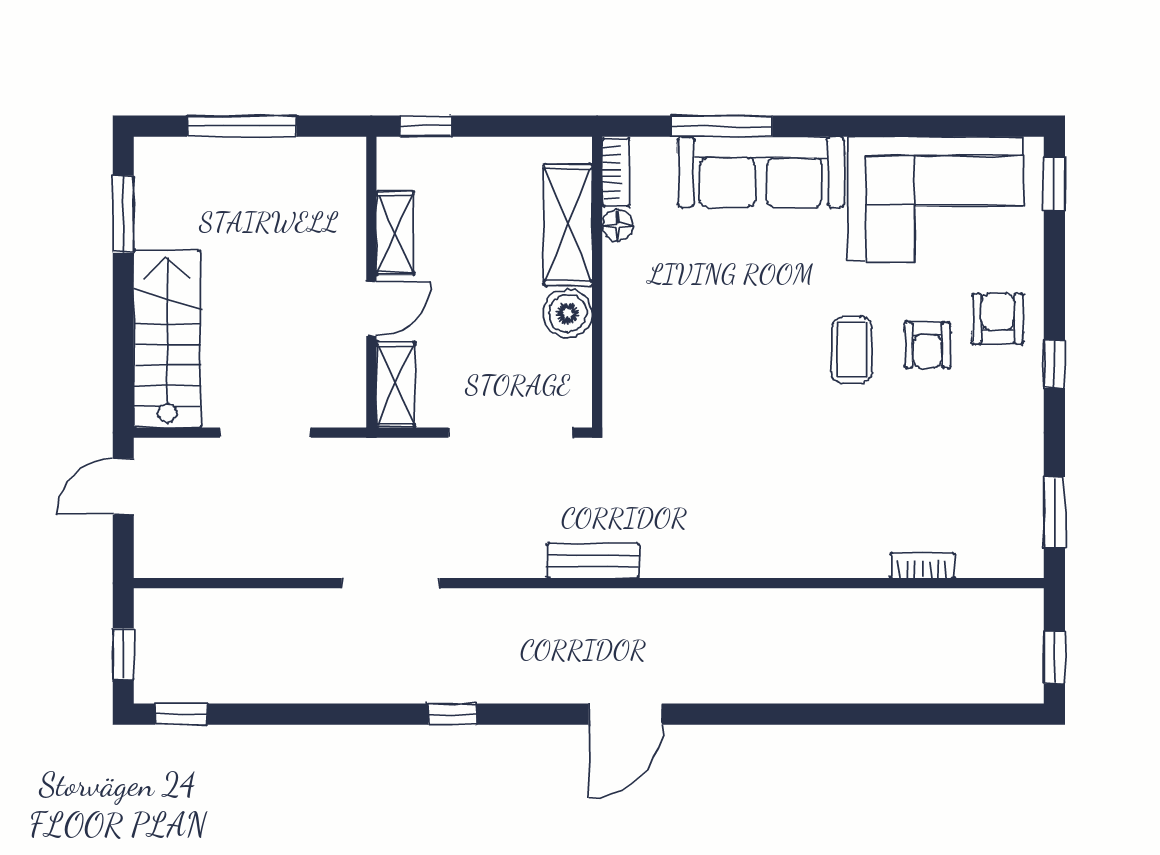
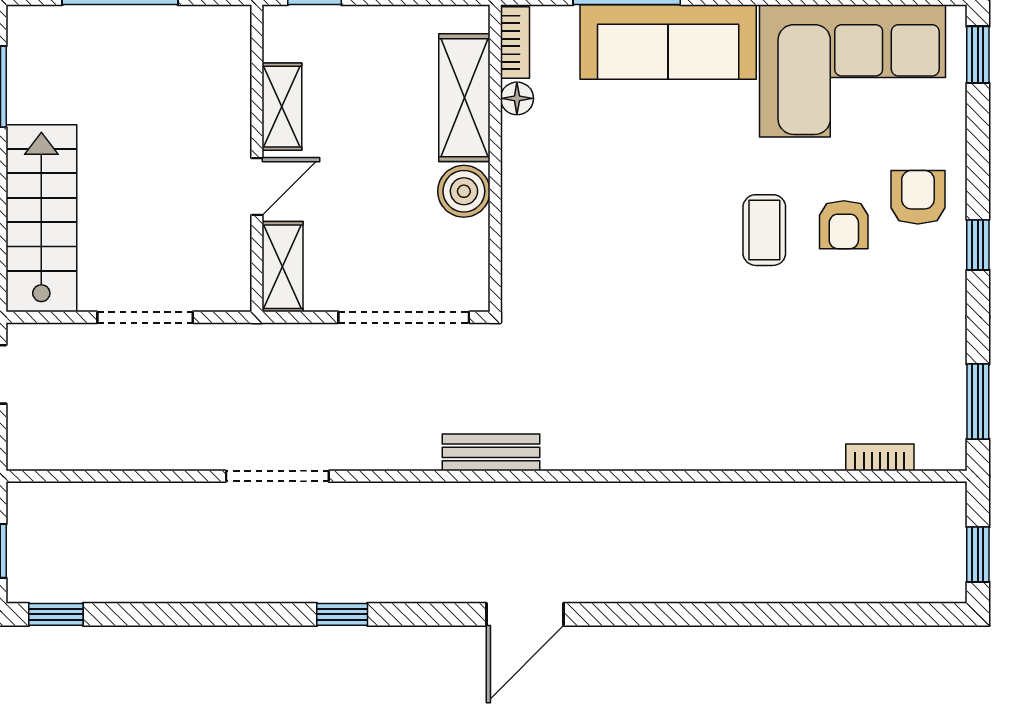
bookcase: (923, 565) -> (880, 457), moved

